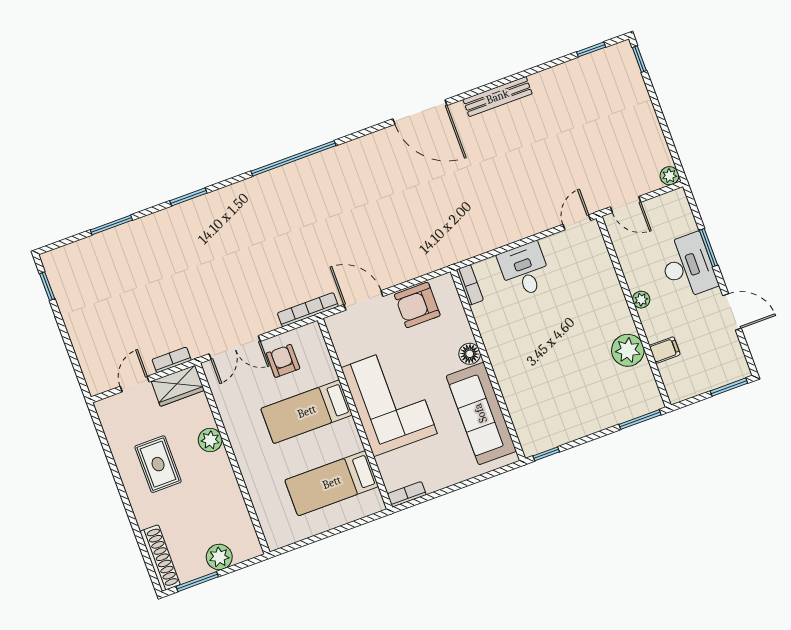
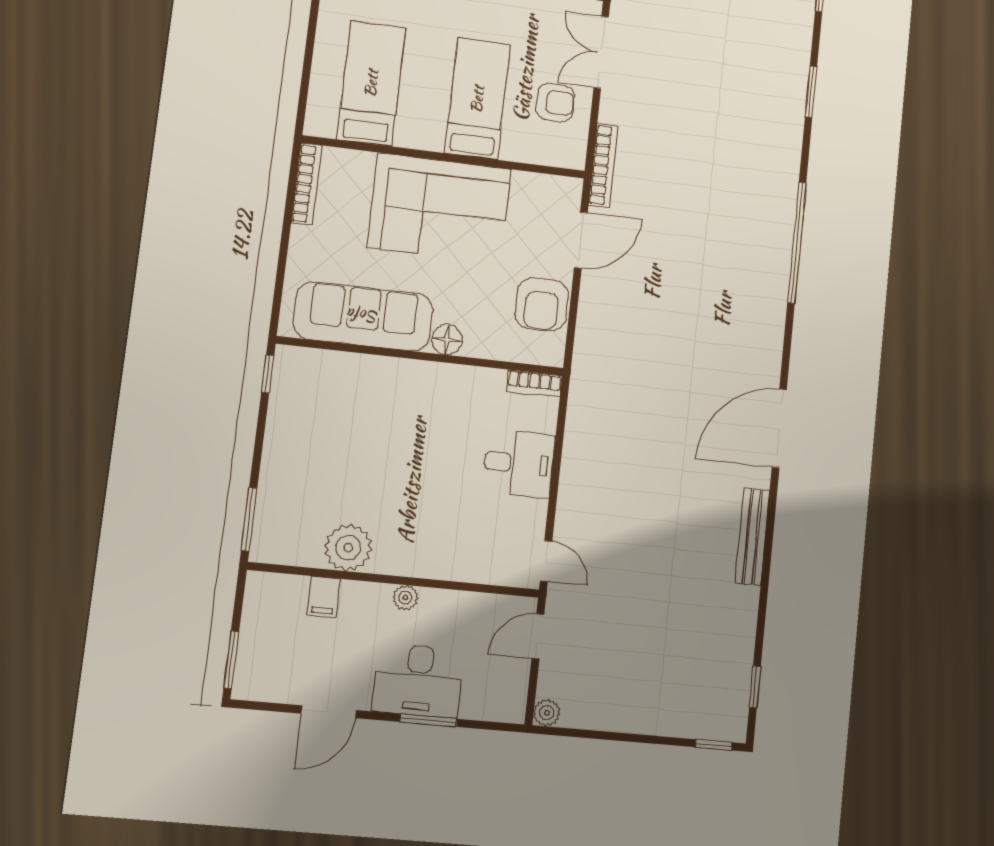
armchair: (417, 305) -> (542, 304), turned 180
bookcase: (407, 494) -> (307, 184), width x1.56

